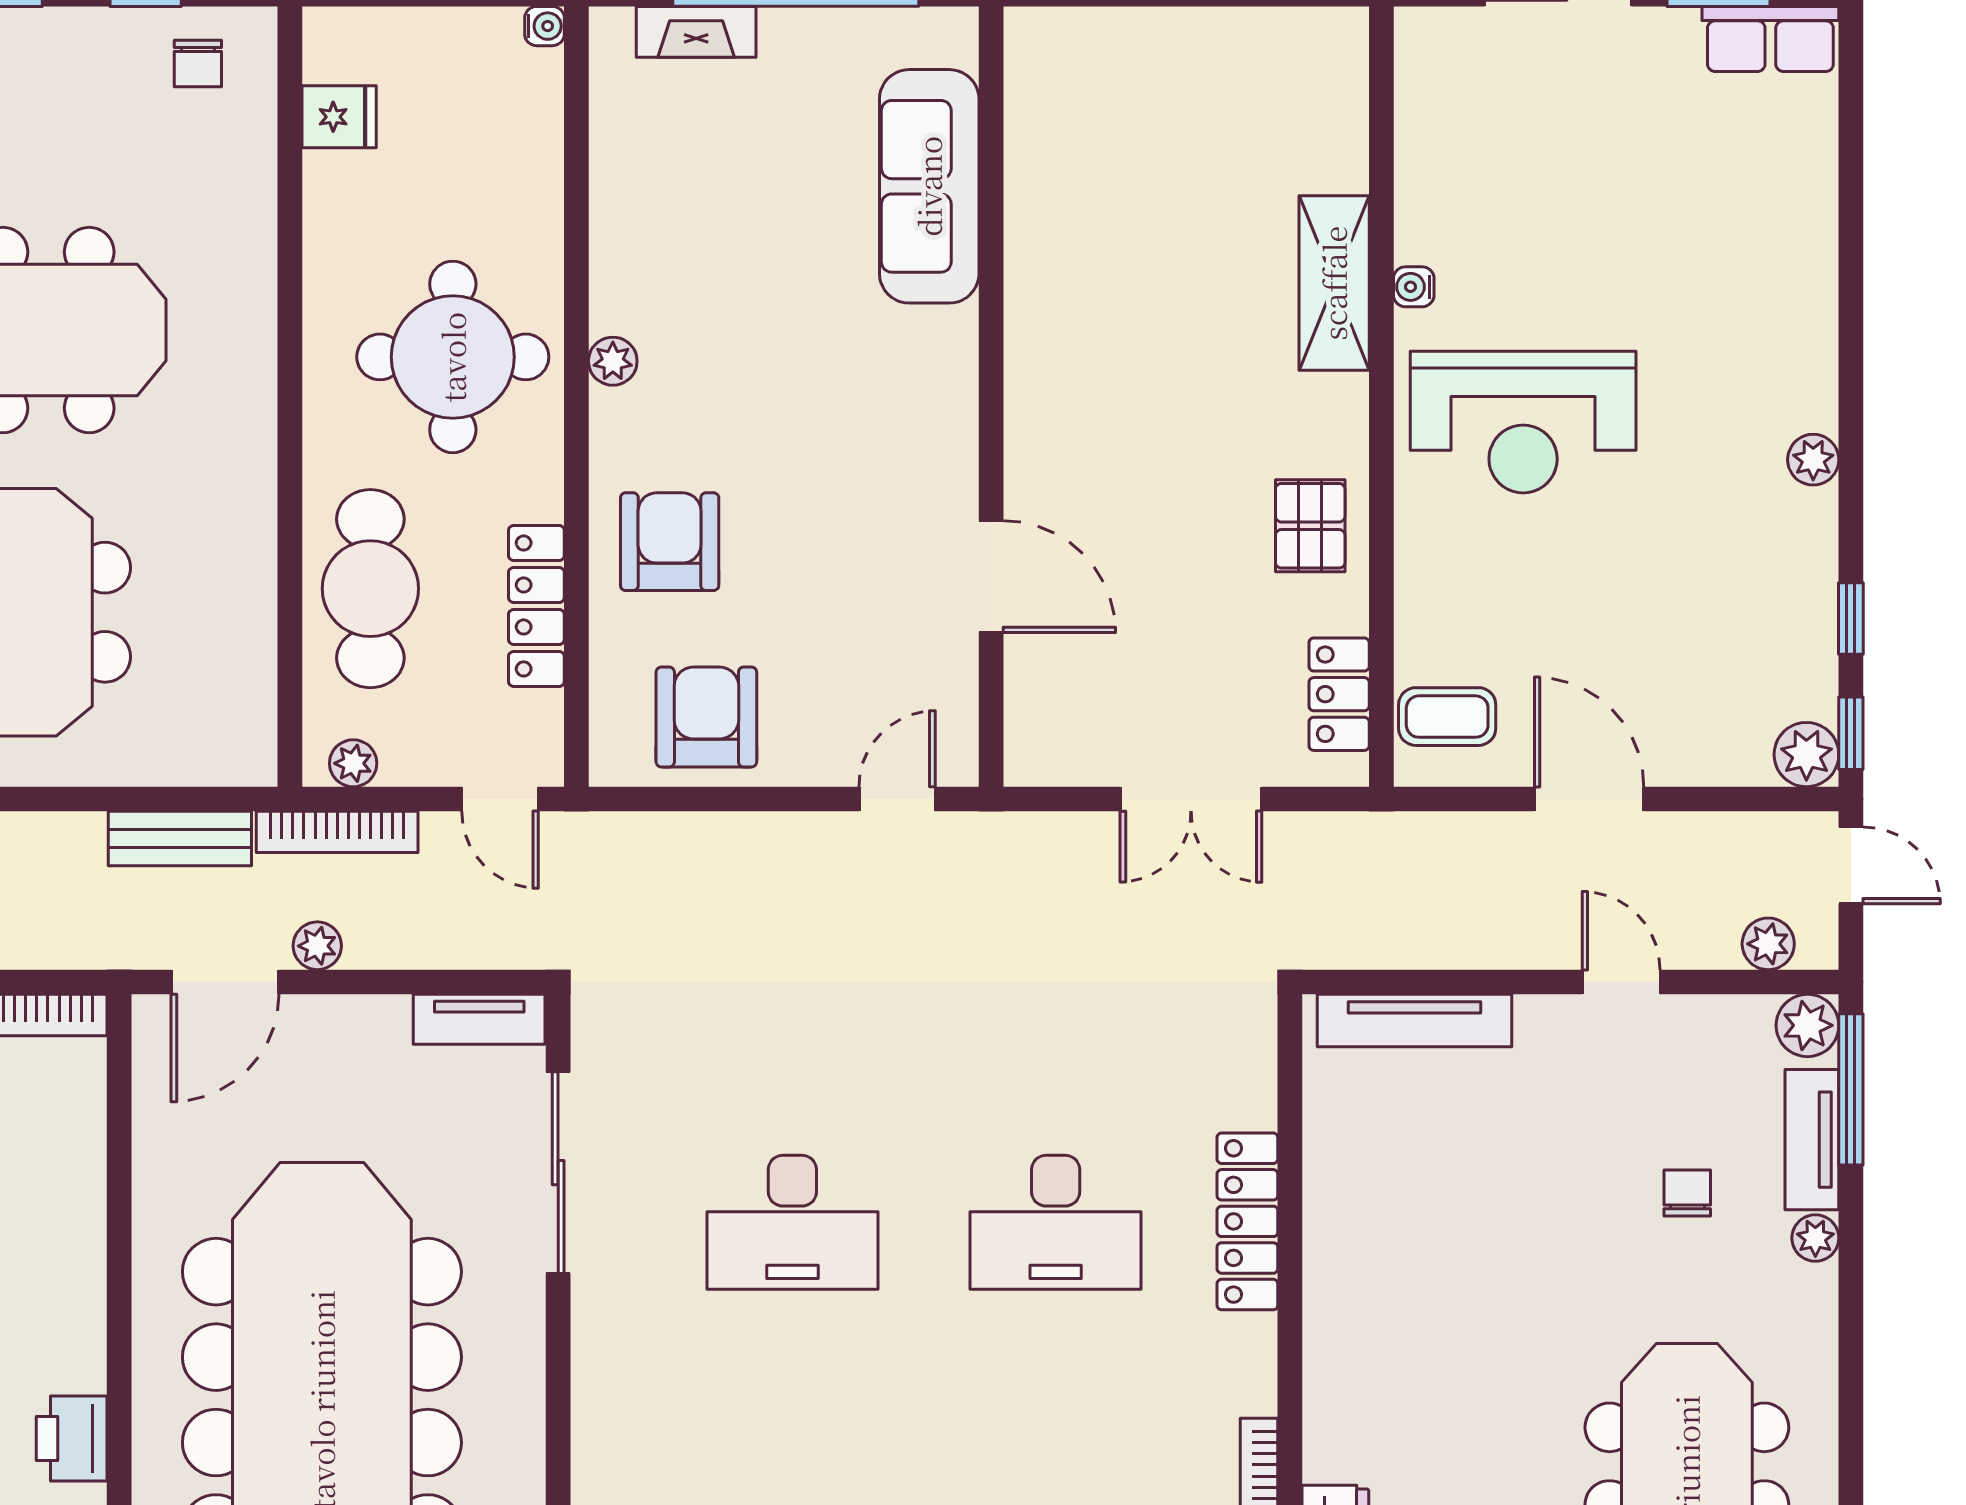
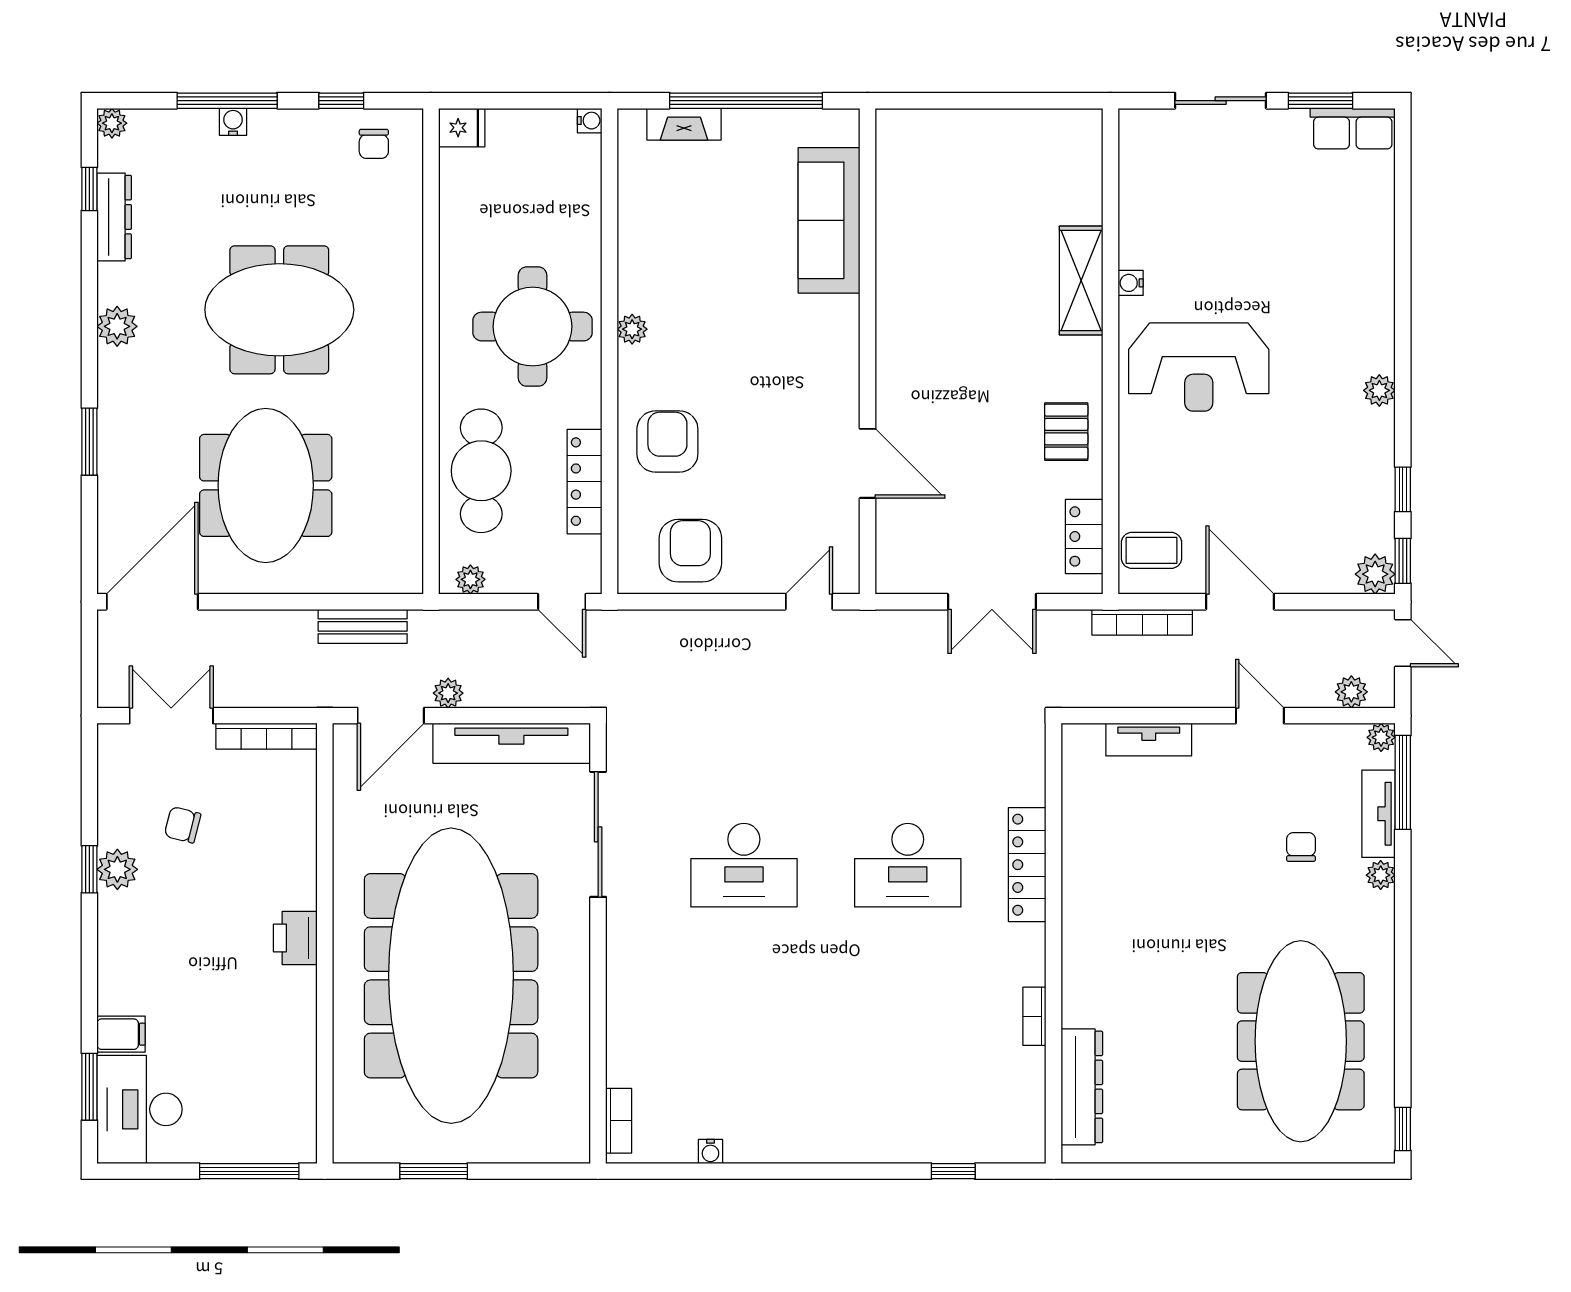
fridge: (339, 117) -> (462, 128), moved
bookcase: (337, 832) -> (1142, 622), moved
tv unit: (479, 1019) -> (511, 743), width x1.92, depth x1.29
tv unit: (1415, 1021) -> (1149, 740), width x0.71
plant: (1807, 1025) -> (1381, 737), width x0.73, depth x0.73
printer: (72, 1438) -> (295, 938), moved

